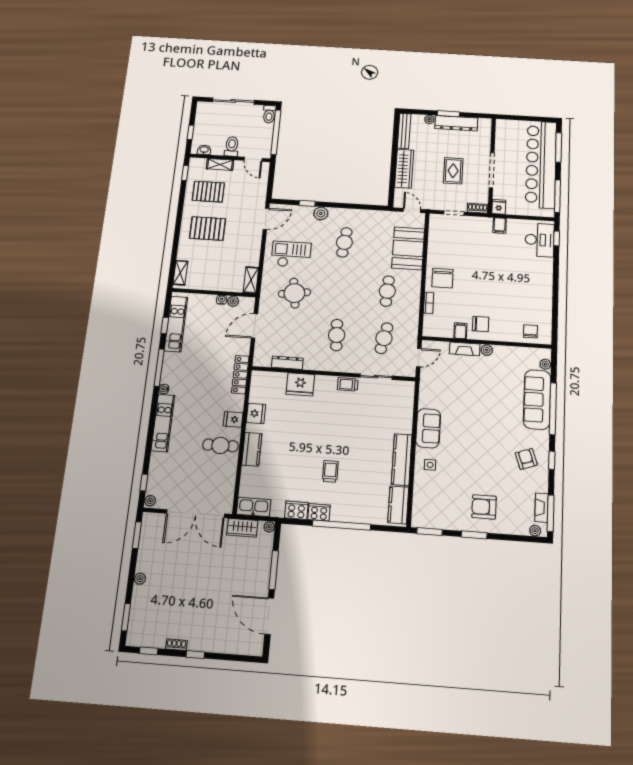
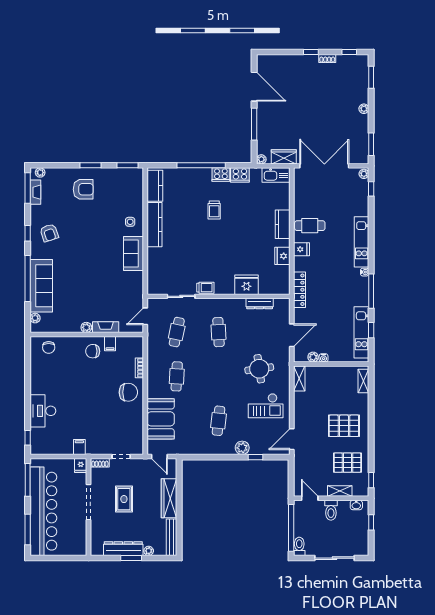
desk: (540, 240) -> (43, 411), moved
chair: (442, 278) -> (128, 392), turned 90

